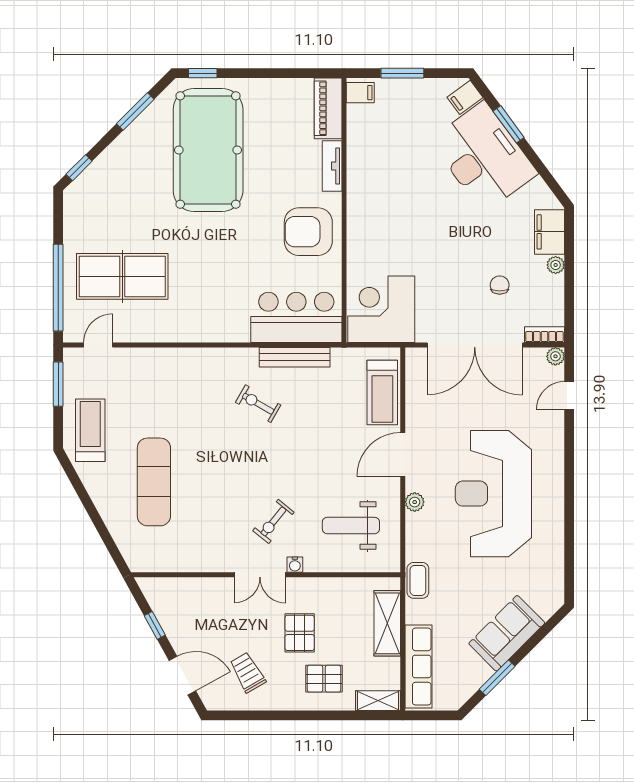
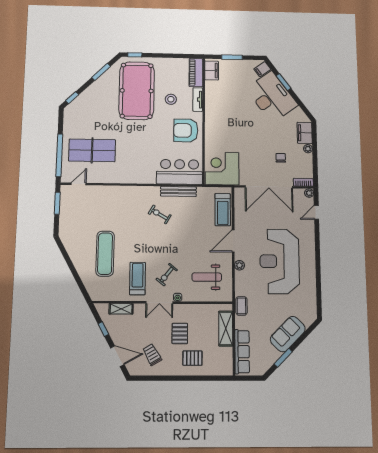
filing cabinet: (360, 93) -> (212, 70), width x2.00
stool: (277, 167) -> (171, 99), added
treadmill: (90, 430) -> (137, 278), moved
shelving: (378, 701) -> (121, 309), moved

